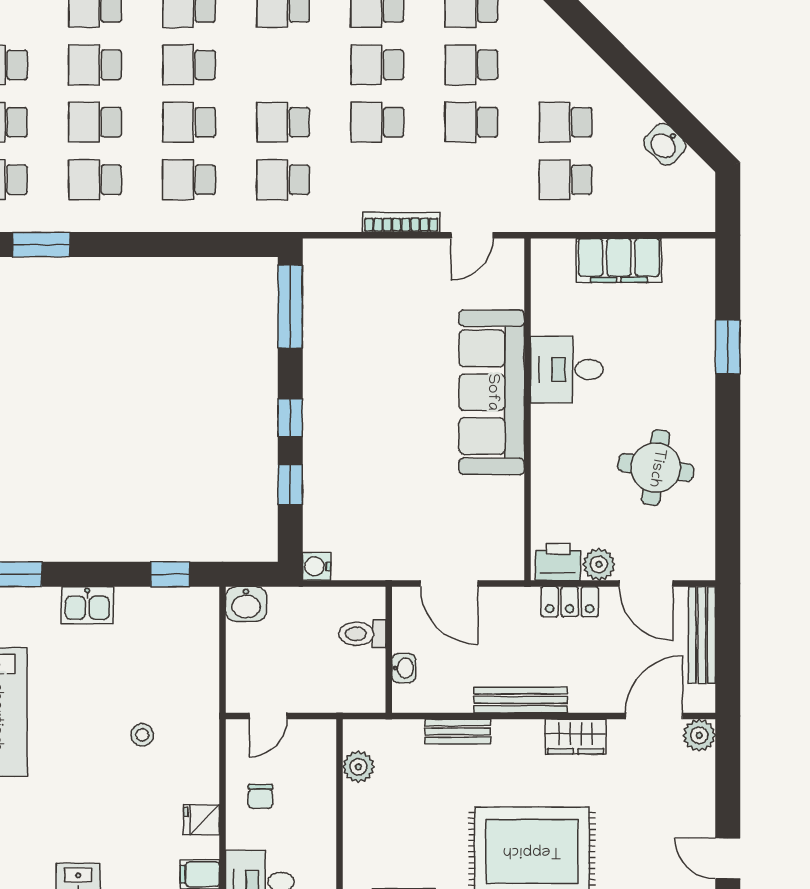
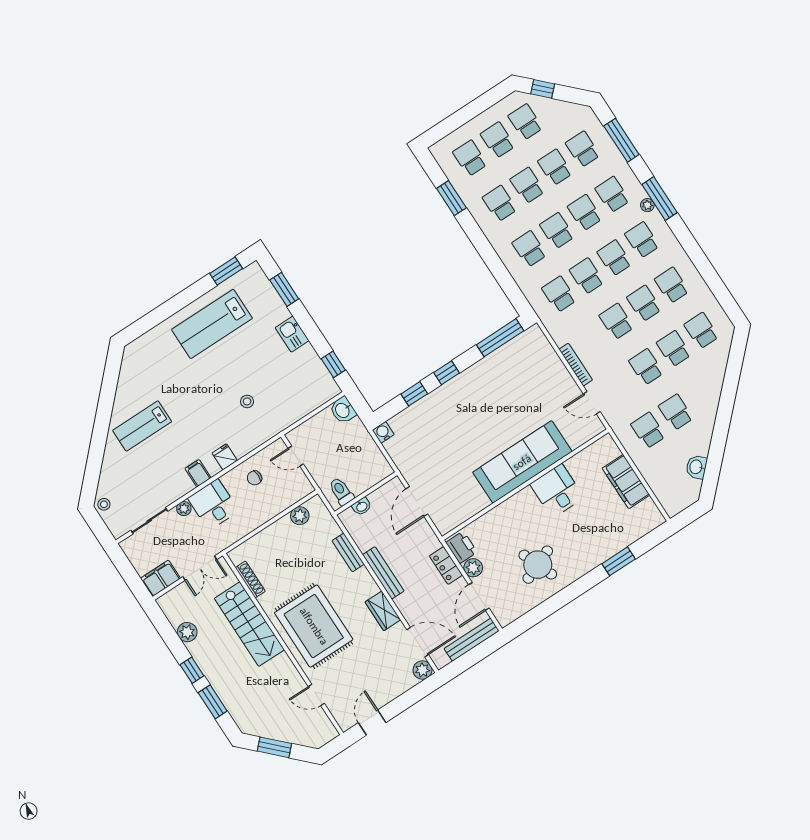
school desk: (283, 65) -> (614, 258), added
round table: (656, 468) -> (538, 565), turned -31
toilet: (362, 634) -> (341, 491), moved

